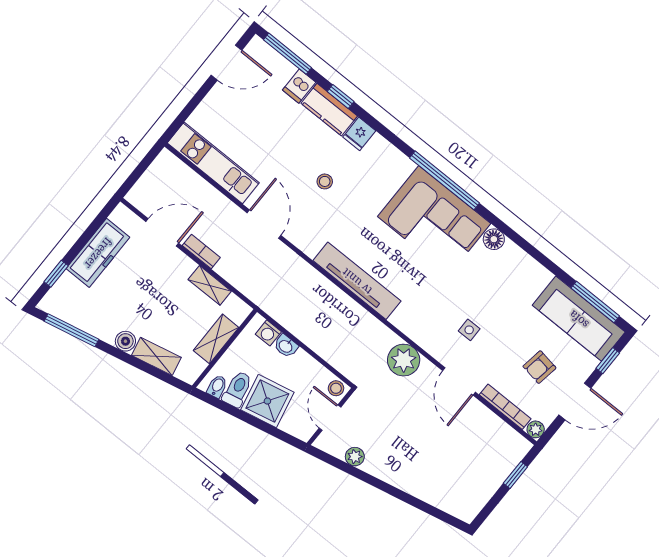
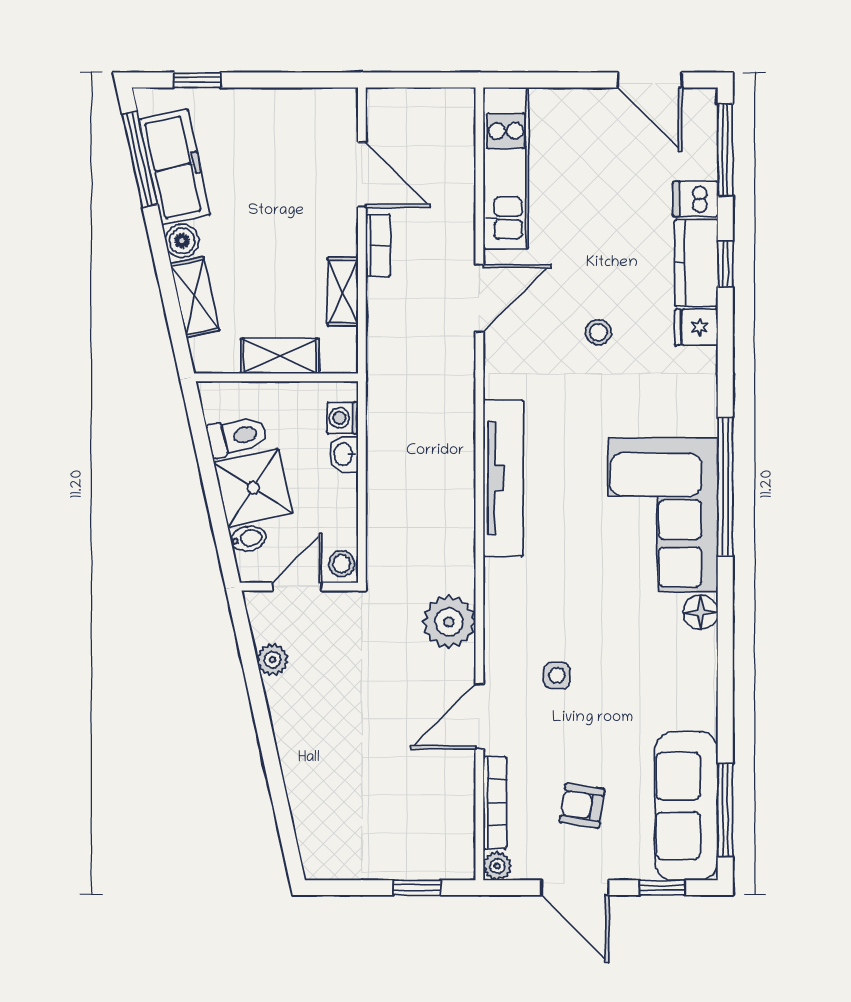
freezer: (98, 253) -> (175, 167), moved, turned -102
bidet: (217, 386) -> (248, 538), moved

